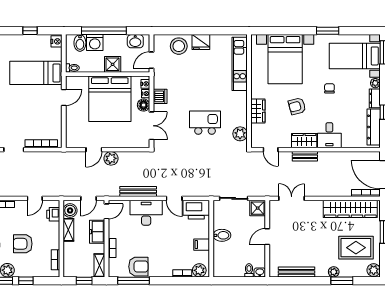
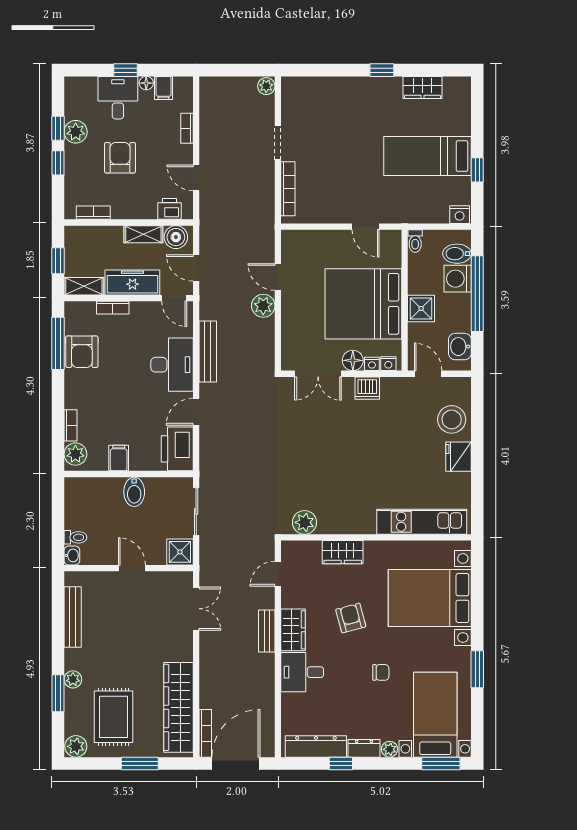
bed: (36, 73) -> (427, 156), moved, turned -90
kitchen island: (205, 123) -> (323, 464), removed
freezer: (97, 232) -> (132, 282), width x1.40

